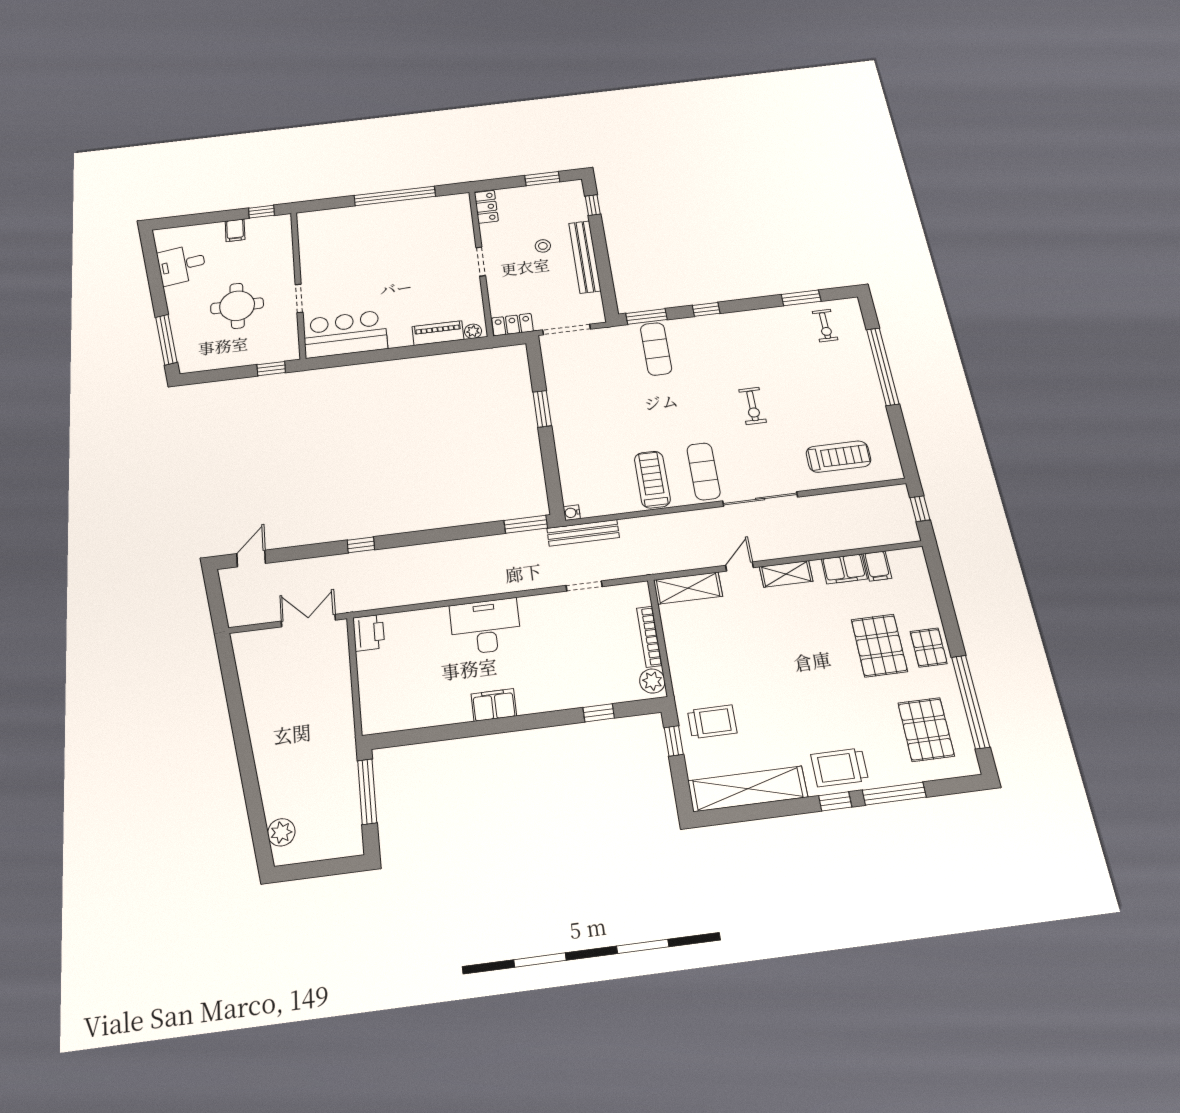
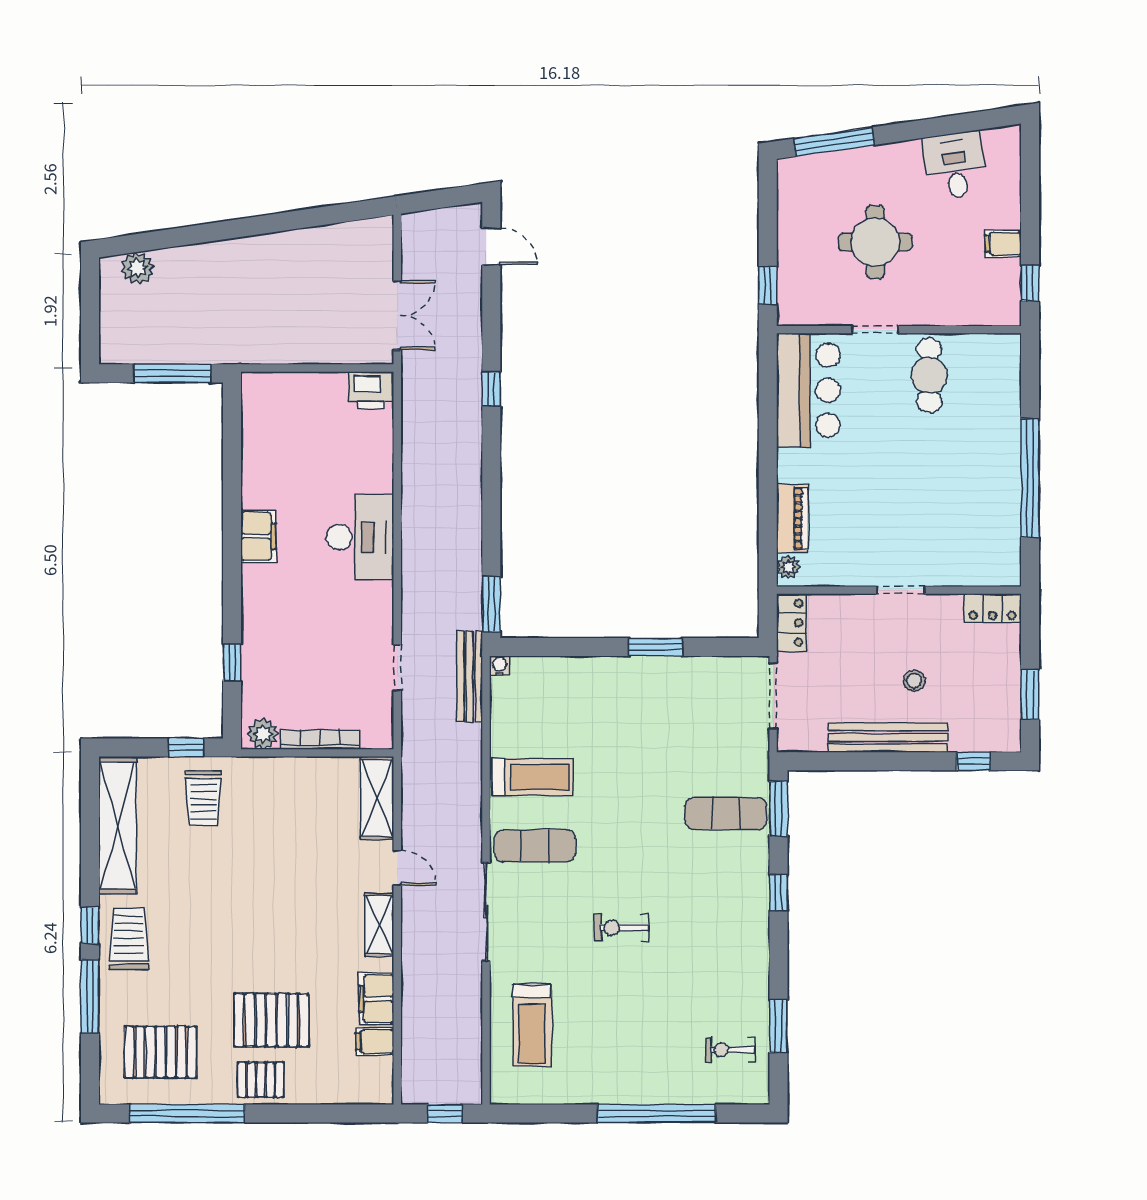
cafe table: (329, 262) -> (929, 375), added

